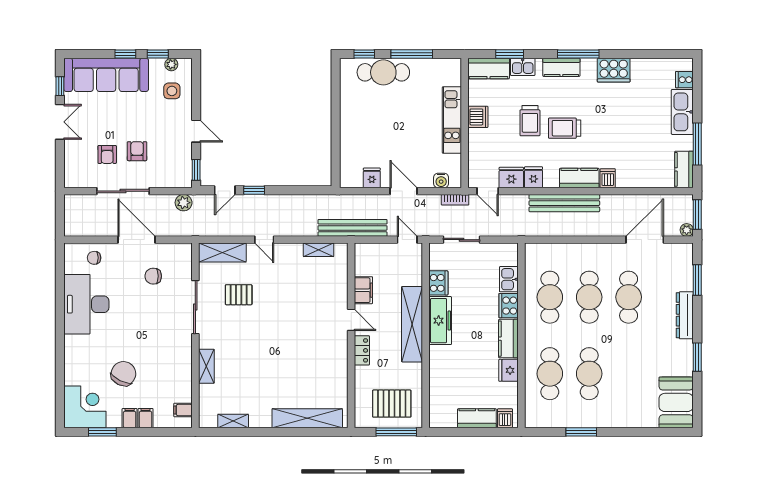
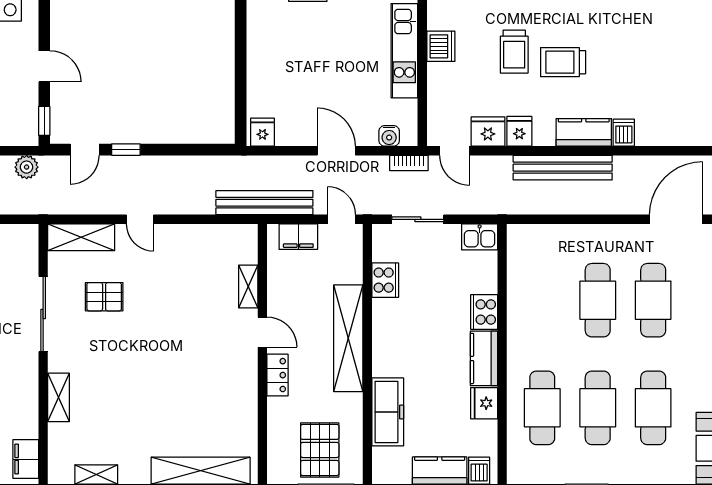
fridge: (372, 178) -> (262, 132), moved
shelving: (319, 250) -> (248, 287), moved, turned 90
kitchen sink: (509, 279) -> (480, 237), moved, turned -90
filing cabinet: (363, 290) -> (298, 237), moved, turned 90
cafe table: (550, 297) -> (653, 408), moved
freezer: (440, 321) -> (388, 412), moved
pallet: (392, 404) -> (320, 450), turned 90
filing cabinet: (183, 410) -> (26, 459), width x2.00

